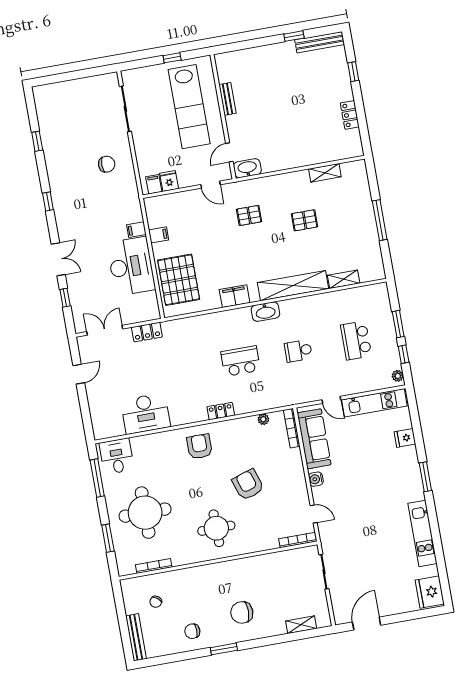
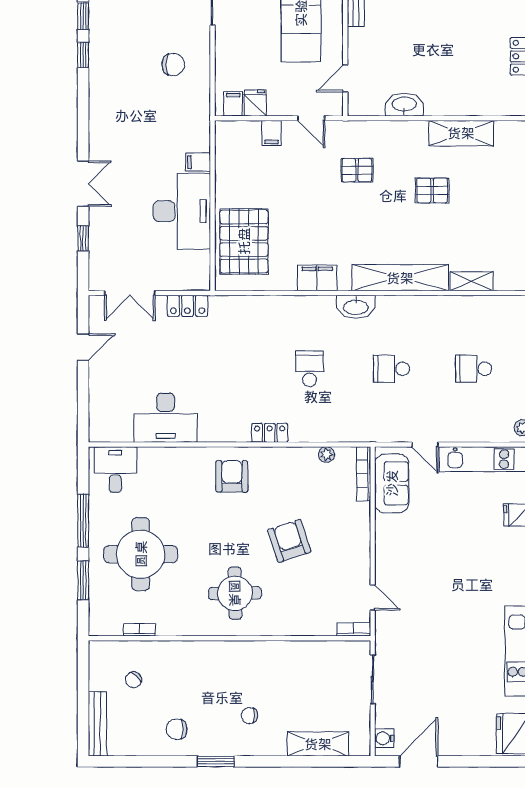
washbasin: (247, 168) -> (404, 105), moved
shelving: (325, 173) -> (461, 133), width x1.50, depth x1.33
window: (48, 201) -> (83, 55), moved
filing cabinet: (159, 235) -> (272, 133), moved, turned 90
double door: (105, 330) -> (130, 293), swing flipped
school desk: (356, 340) -> (474, 369), width x0.54
school desk: (241, 361) -> (309, 369), width x0.54
sofa: (314, 439) -> (392, 483), width x0.73
window: (97, 478) -> (83, 521), moved
water cooler: (316, 479) -> (384, 738), moved
bookcase: (298, 540) -> (354, 629), width x0.64
bookcase: (154, 566) -> (139, 630), width x0.64
chair: (242, 612) -> (249, 716), width x0.54, depth x0.54
shelving: (301, 625) -> (318, 744), width x1.50, depth x1.33

